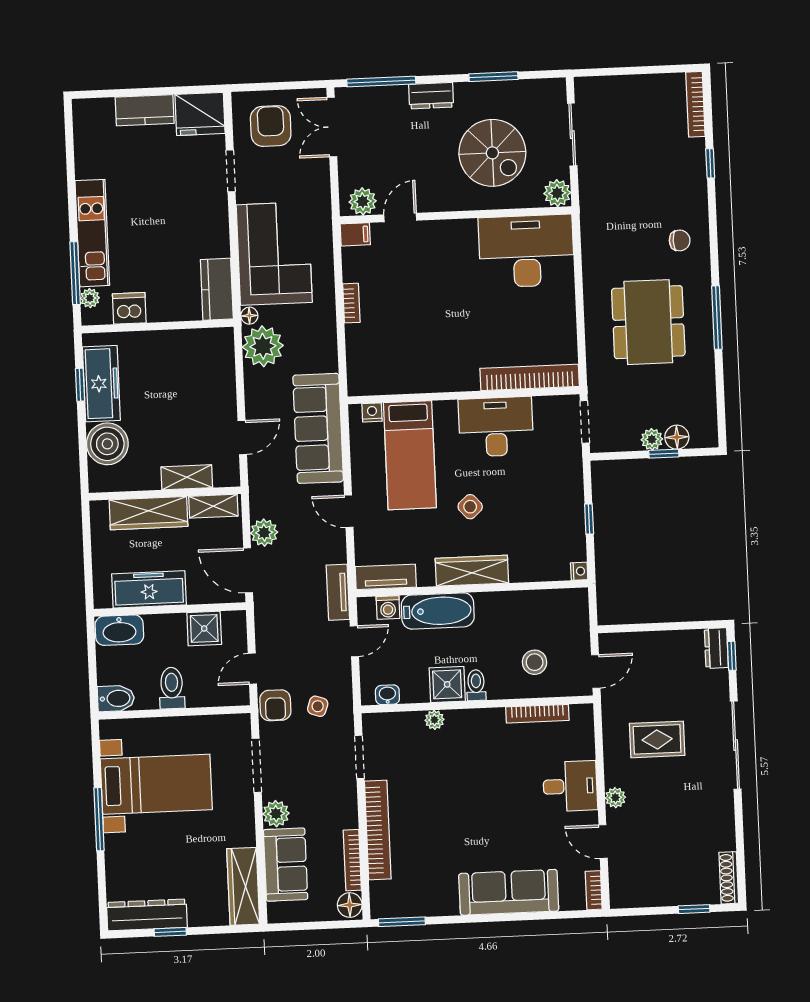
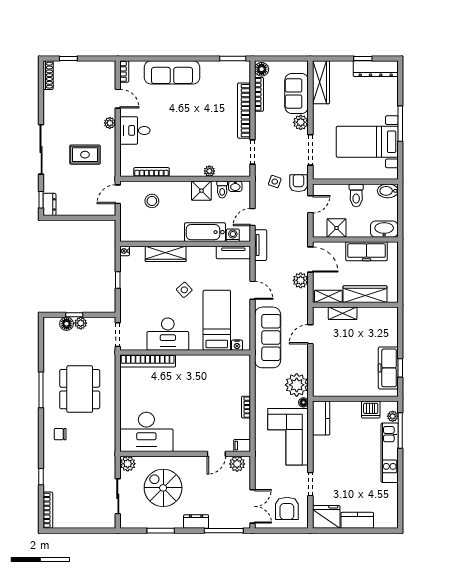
boiler: (107, 444) -> (386, 334), removed
wardrobe: (472, 571) -> (166, 254), moved
toilet: (476, 685) -> (222, 189), moved

